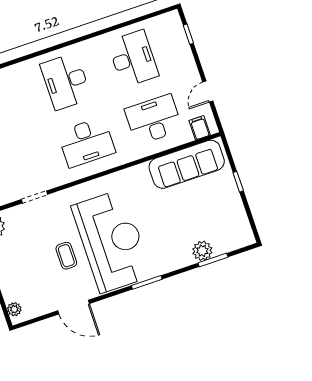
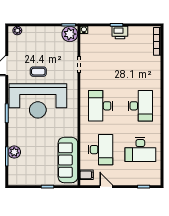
desk: (66, 81) -> (140, 106), turned 90

